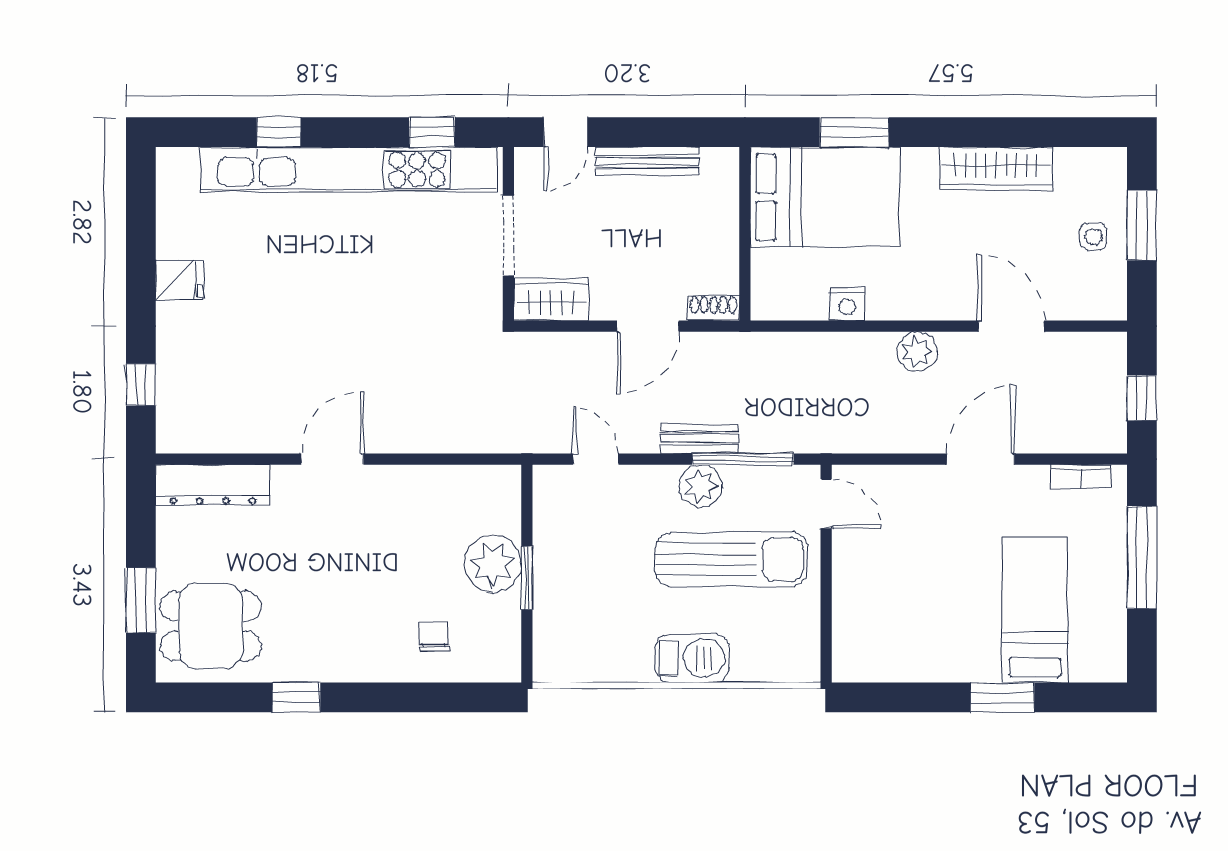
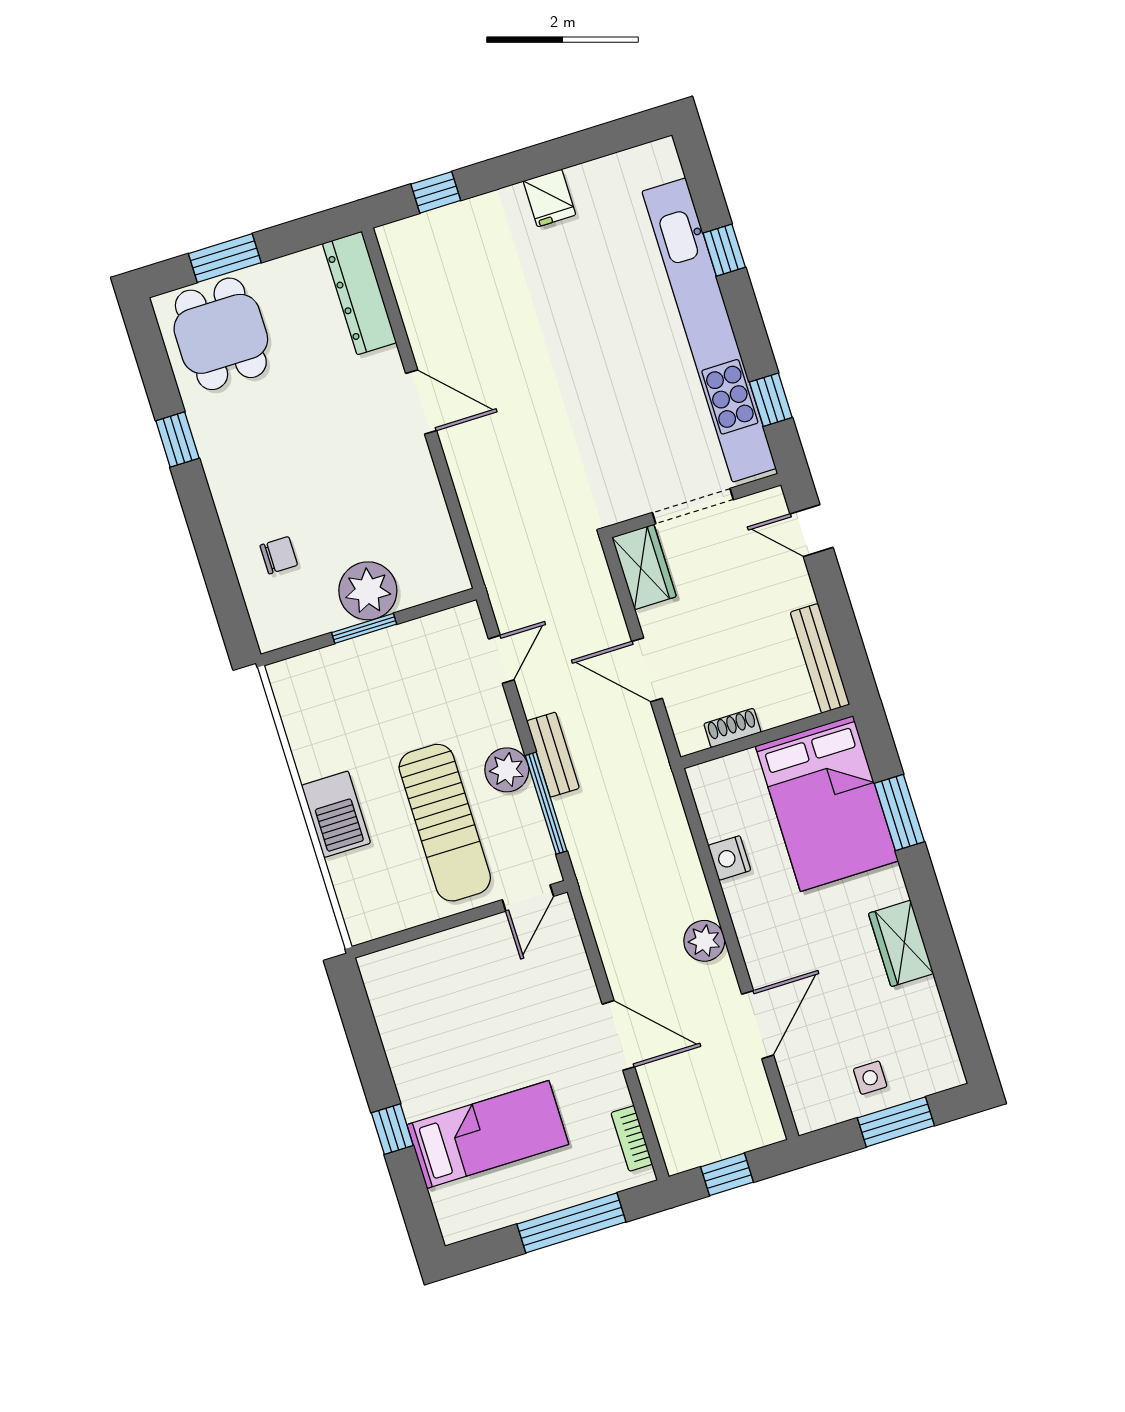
bench: (647, 161) -> (820, 658), moved
wardrobe: (996, 169) -> (901, 943), width x0.67
shoe rack: (714, 308) -> (732, 728), moved, turned -90
window: (1002, 697) -> (392, 1129), width x0.67

